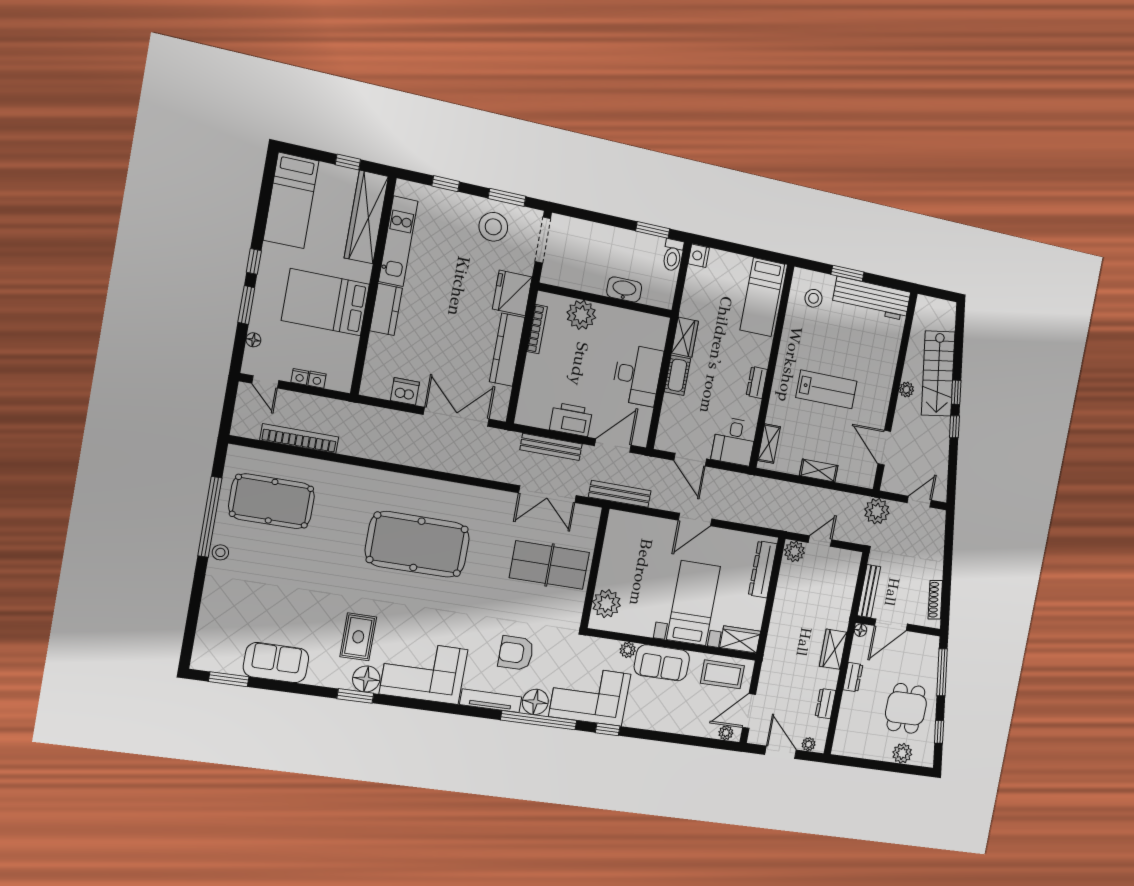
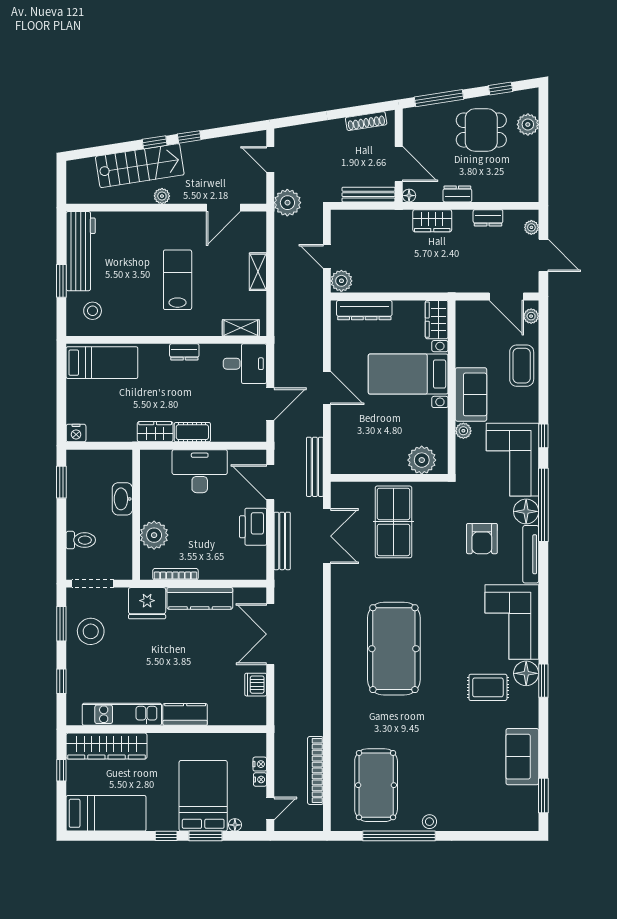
toilet: (673, 255) -> (81, 540), moved
bed: (326, 302) -> (203, 796), moved, turned 180
coffee table: (722, 674) -> (522, 366), moved
door: (781, 752) -> (543, 255), swing flipped

